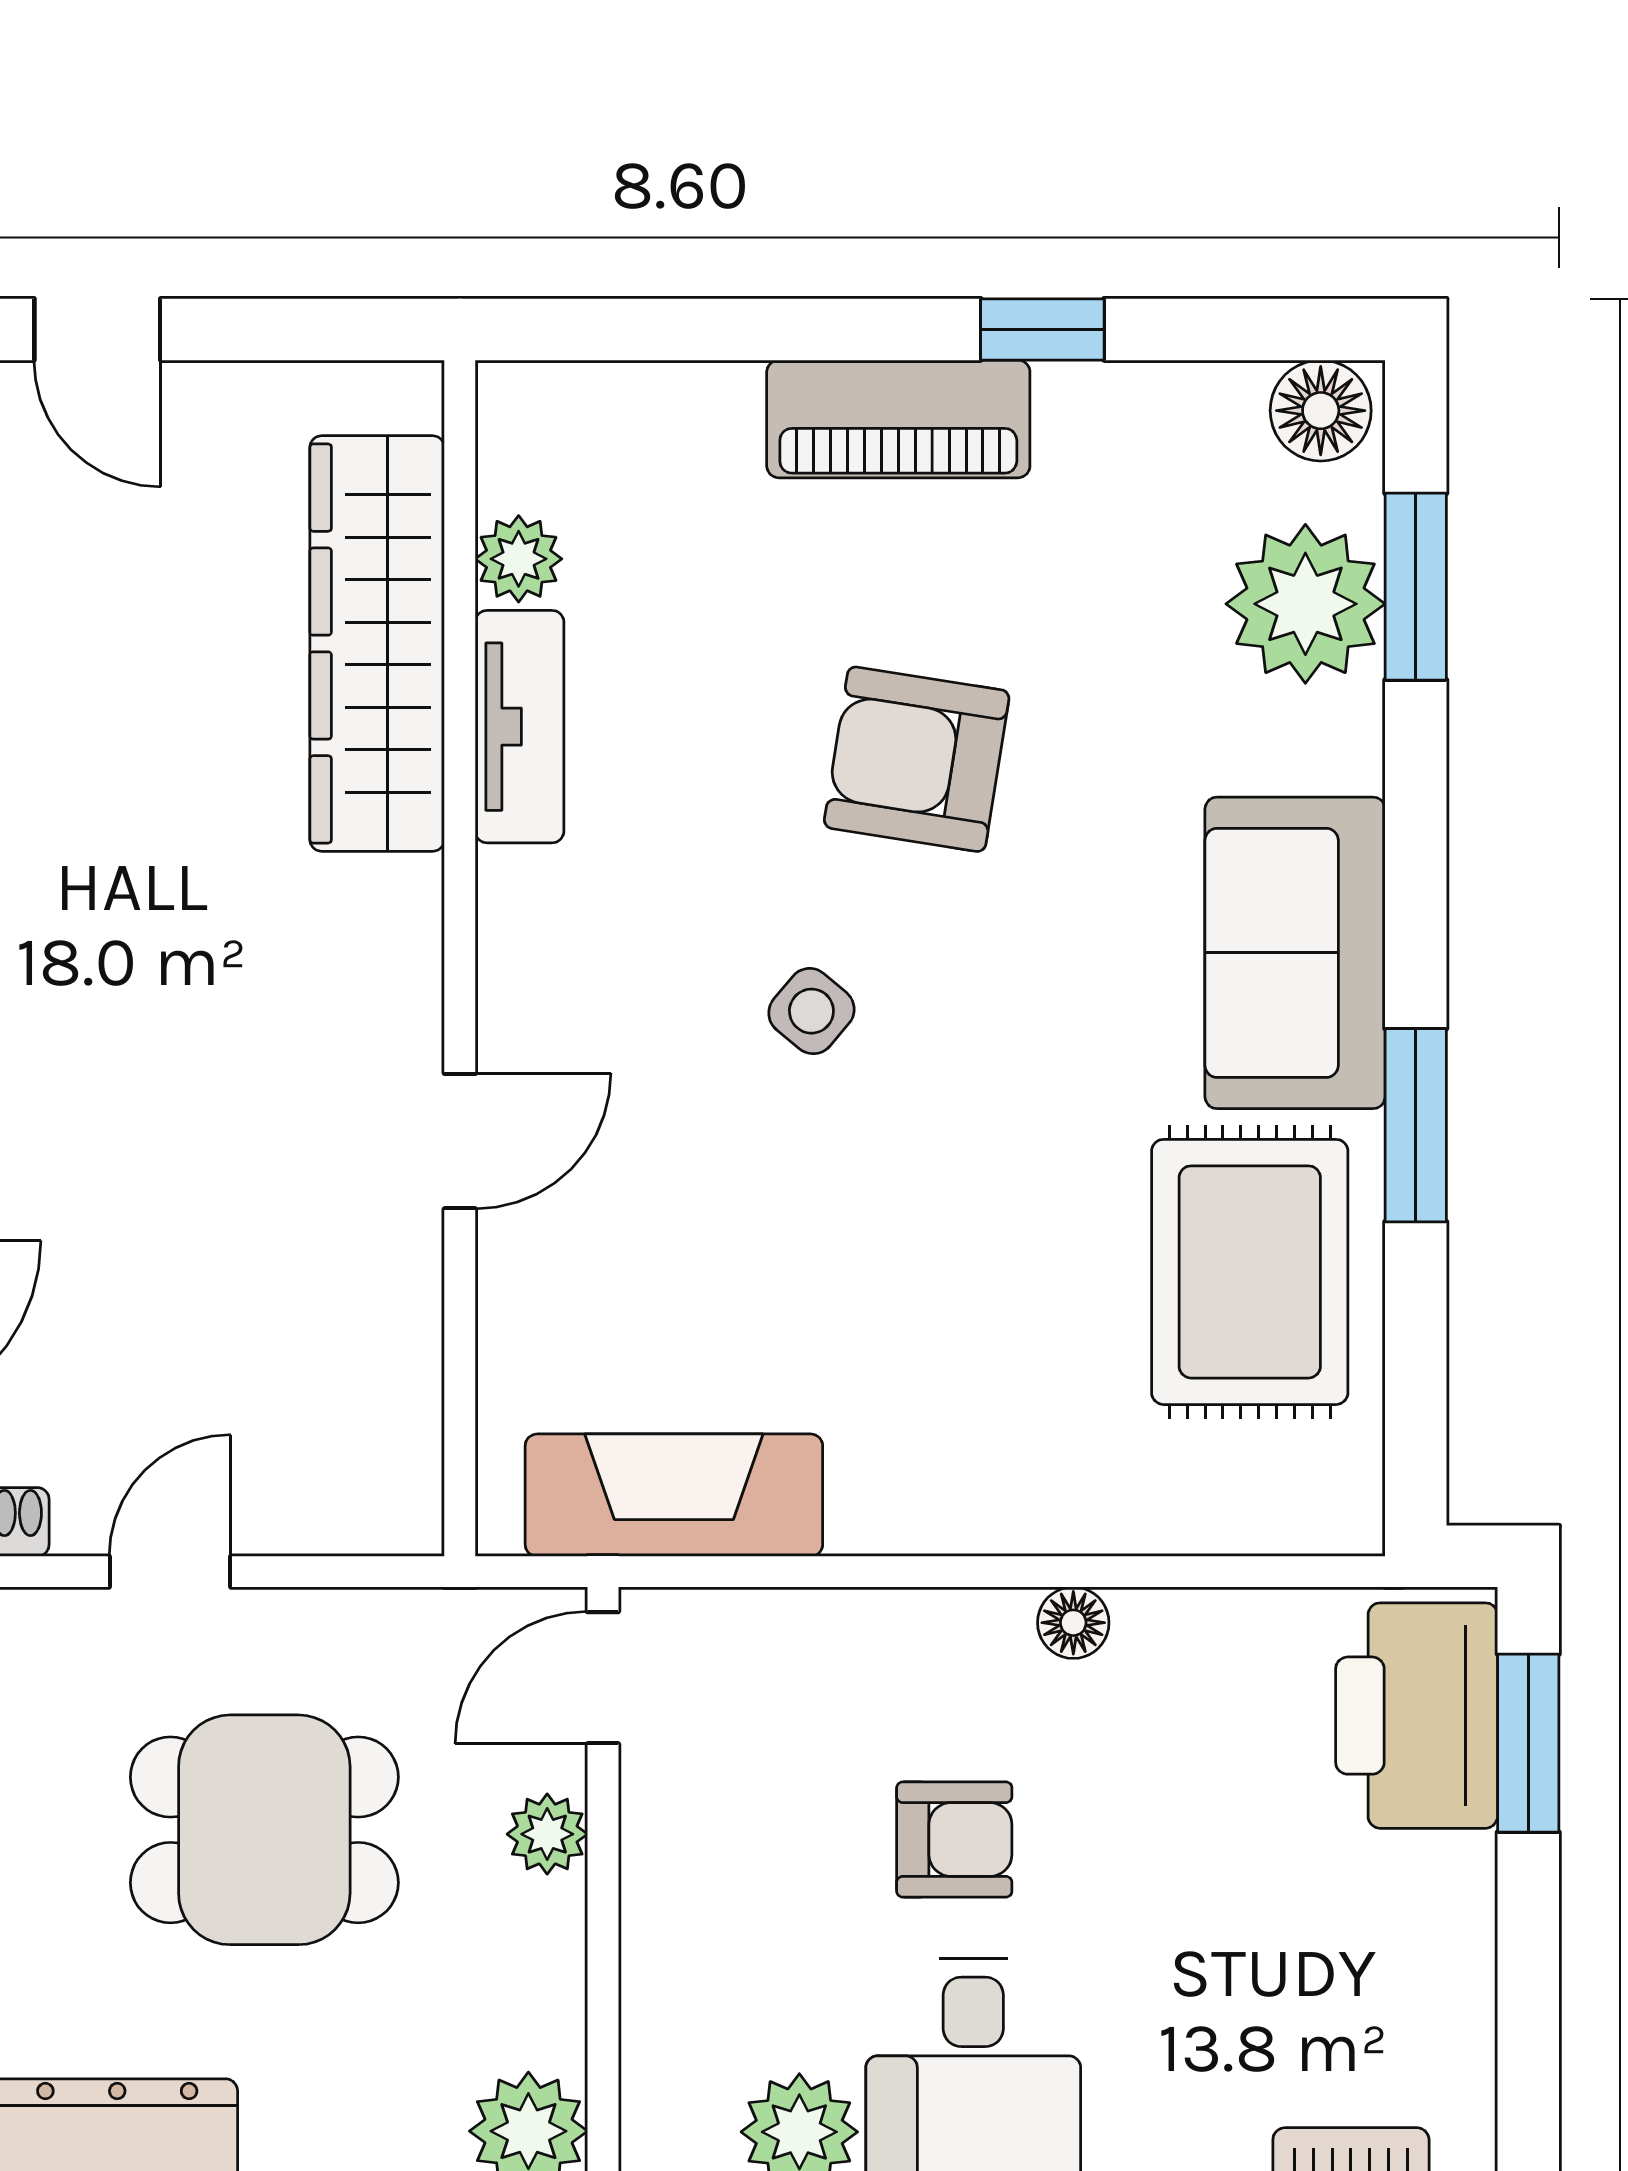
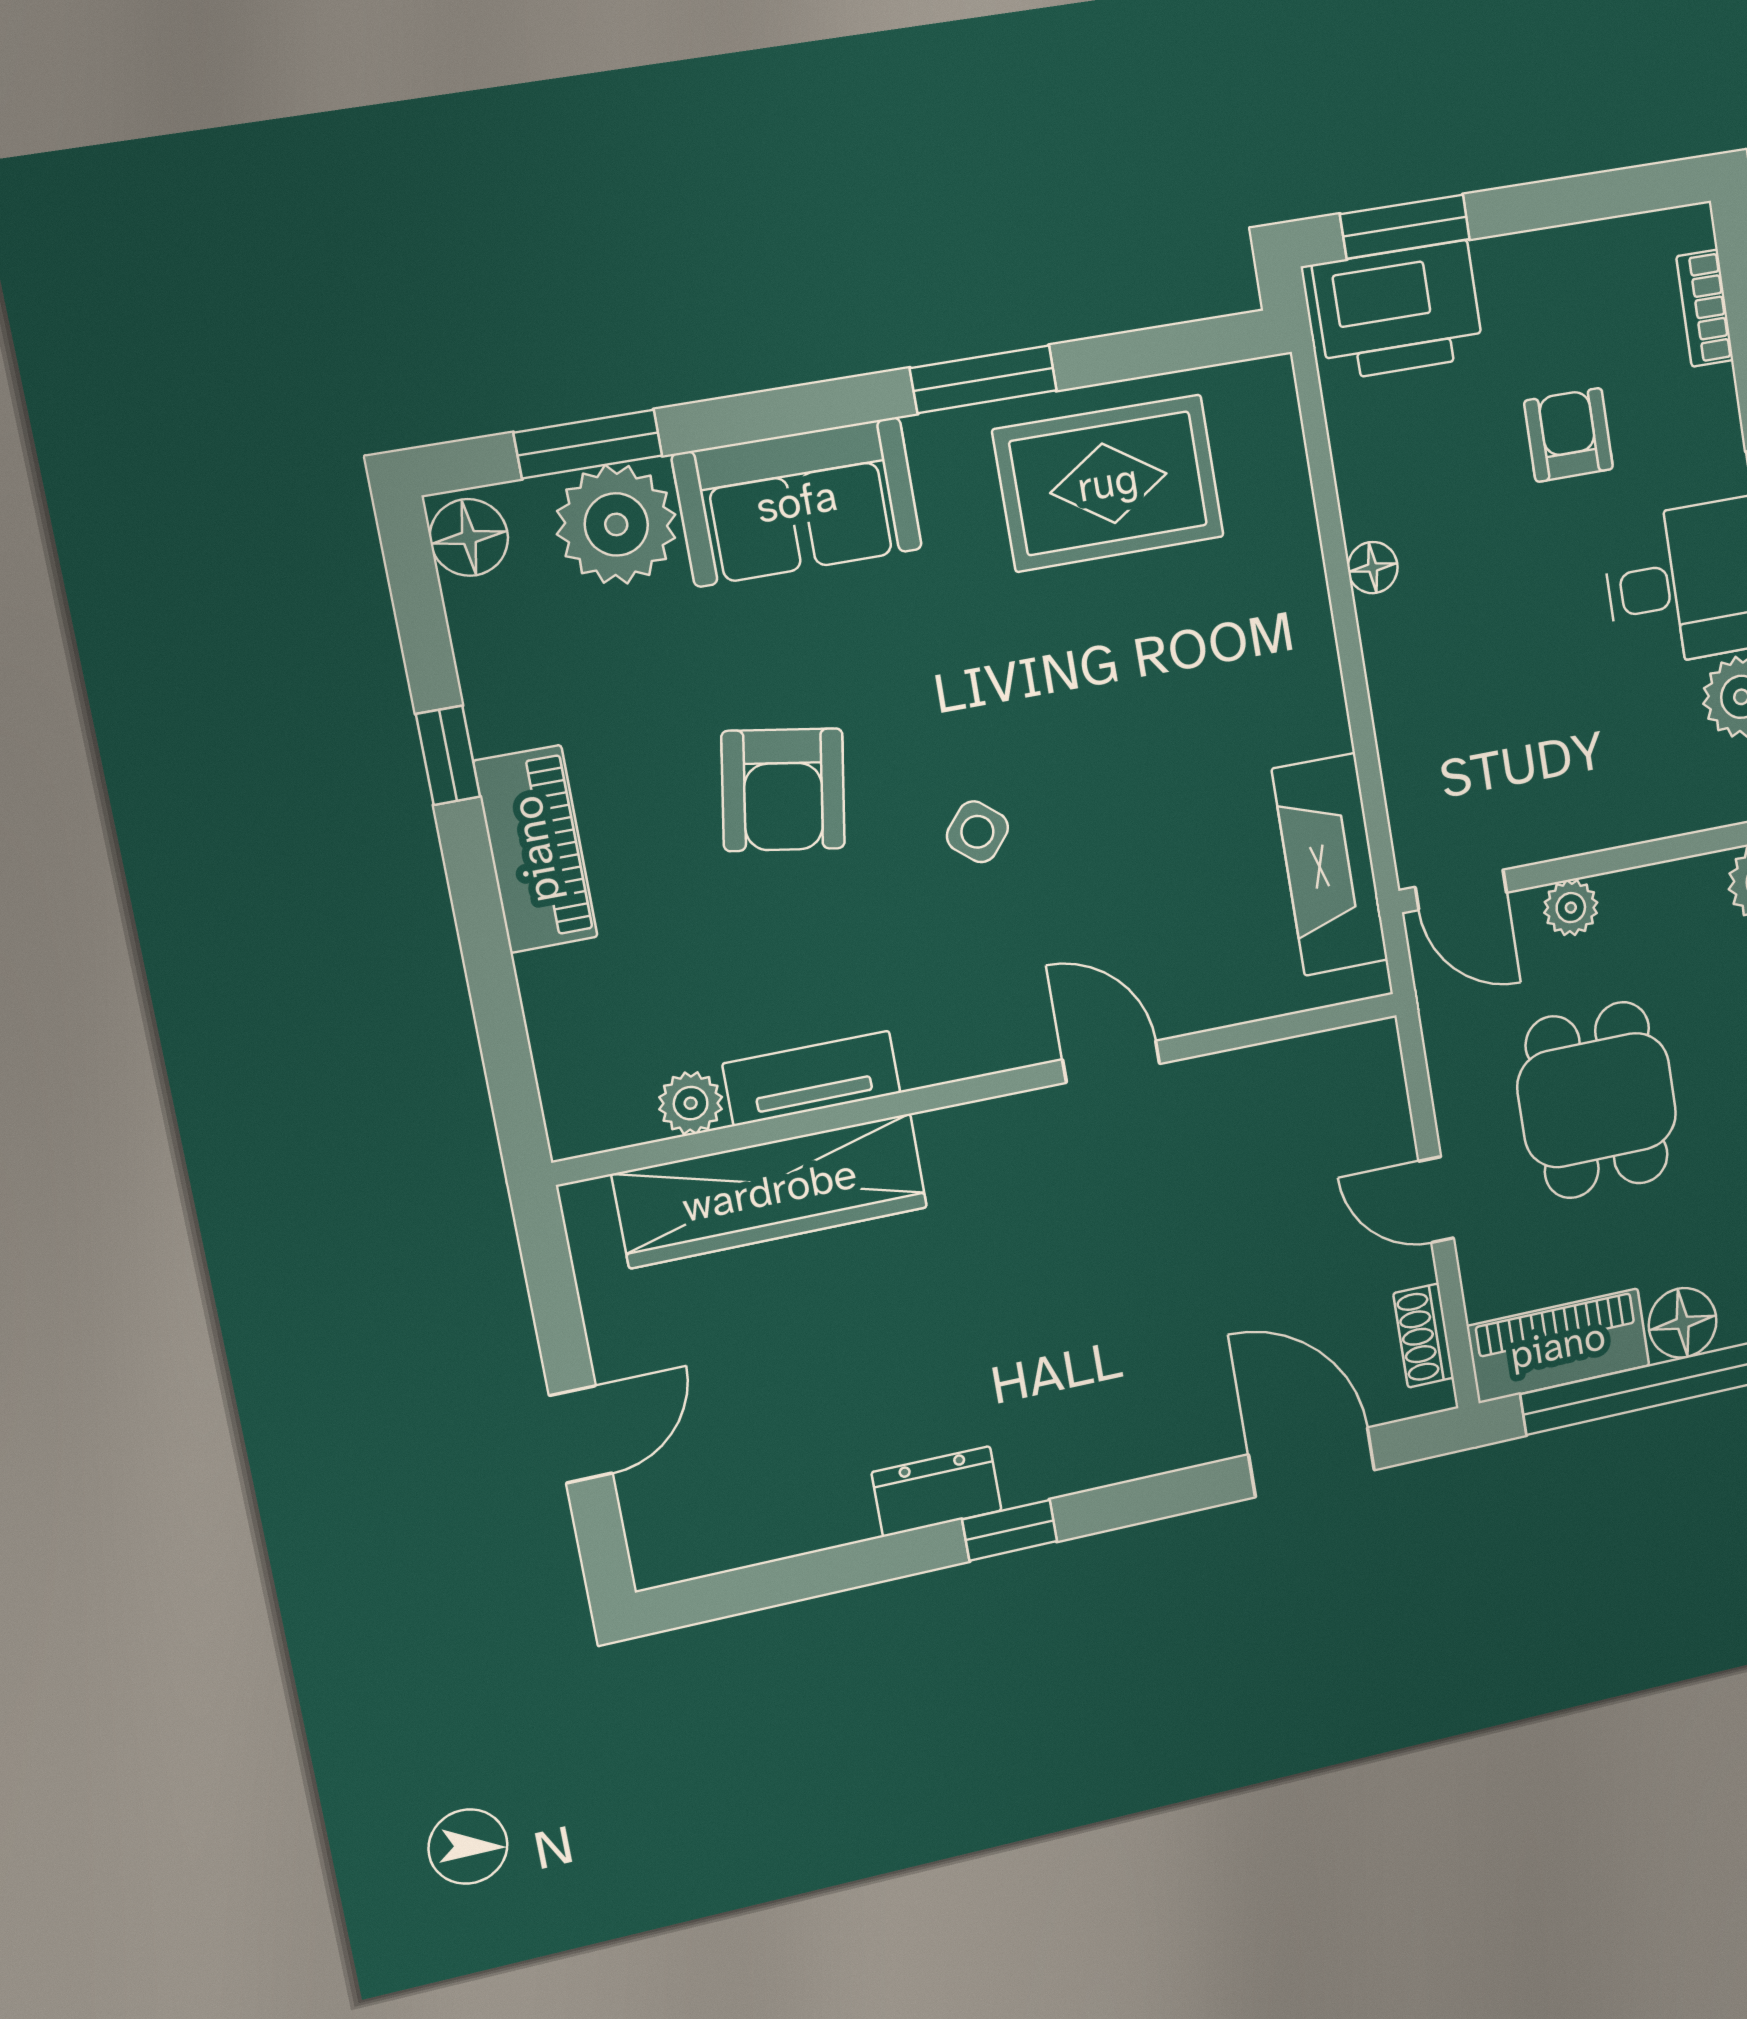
sofa: (1295, 953) -> (797, 502), moved
armchair: (954, 1839) -> (1569, 435), moved

